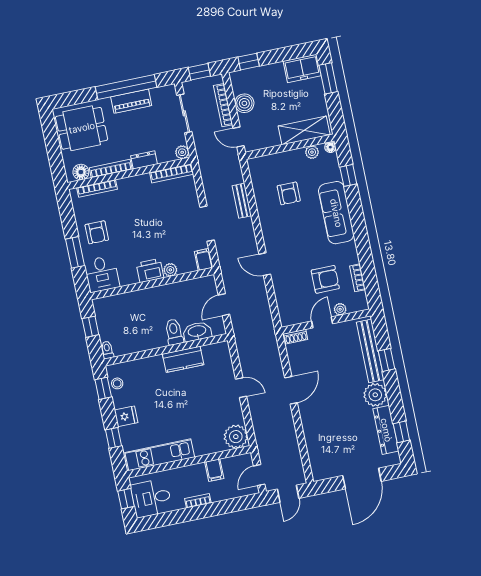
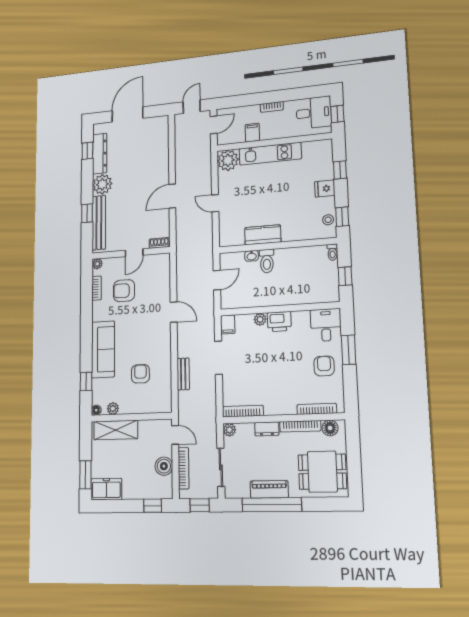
plant: (340, 309) -> (97, 264), moved
washbasin: (197, 332) -> (252, 256), width x0.52, depth x0.69
kitchen unit: (160, 455) -> (270, 154), moved

